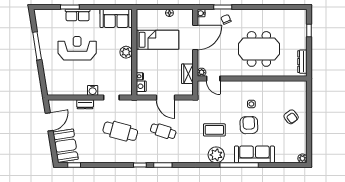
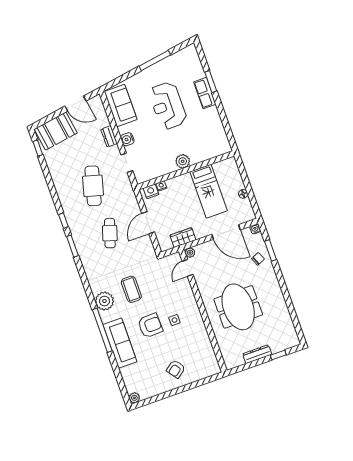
sofa: (116, 18) -> (121, 106), moved, turned 180
reception desk: (77, 48) -> (168, 106), turned 180
dresser: (302, 62) -> (257, 354), moved

